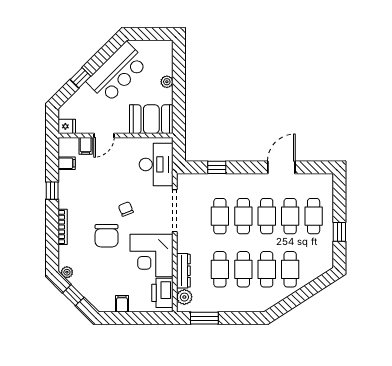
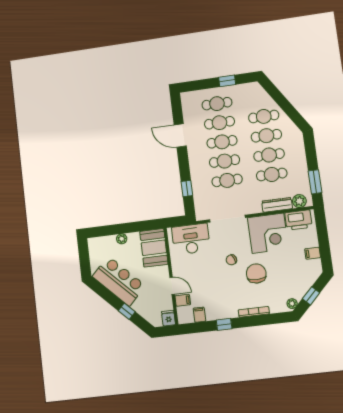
chair: (107, 236) -> (256, 273), turned -90

